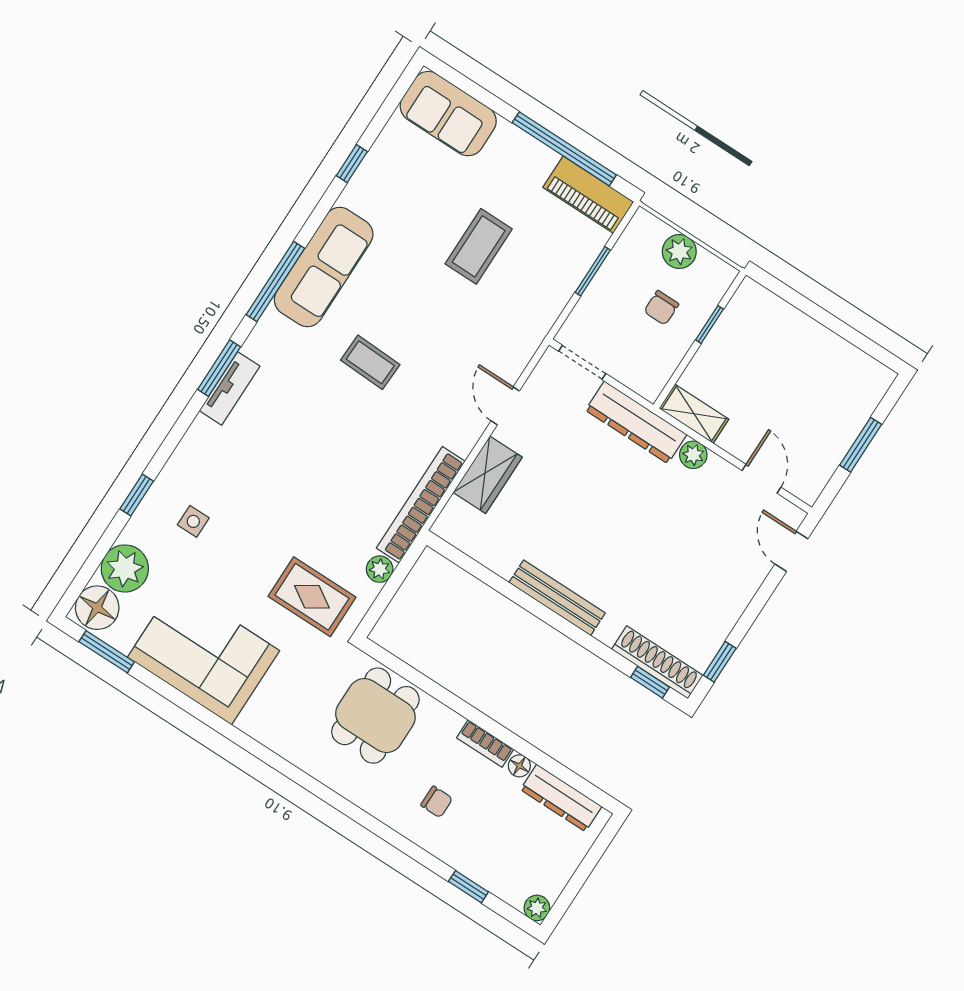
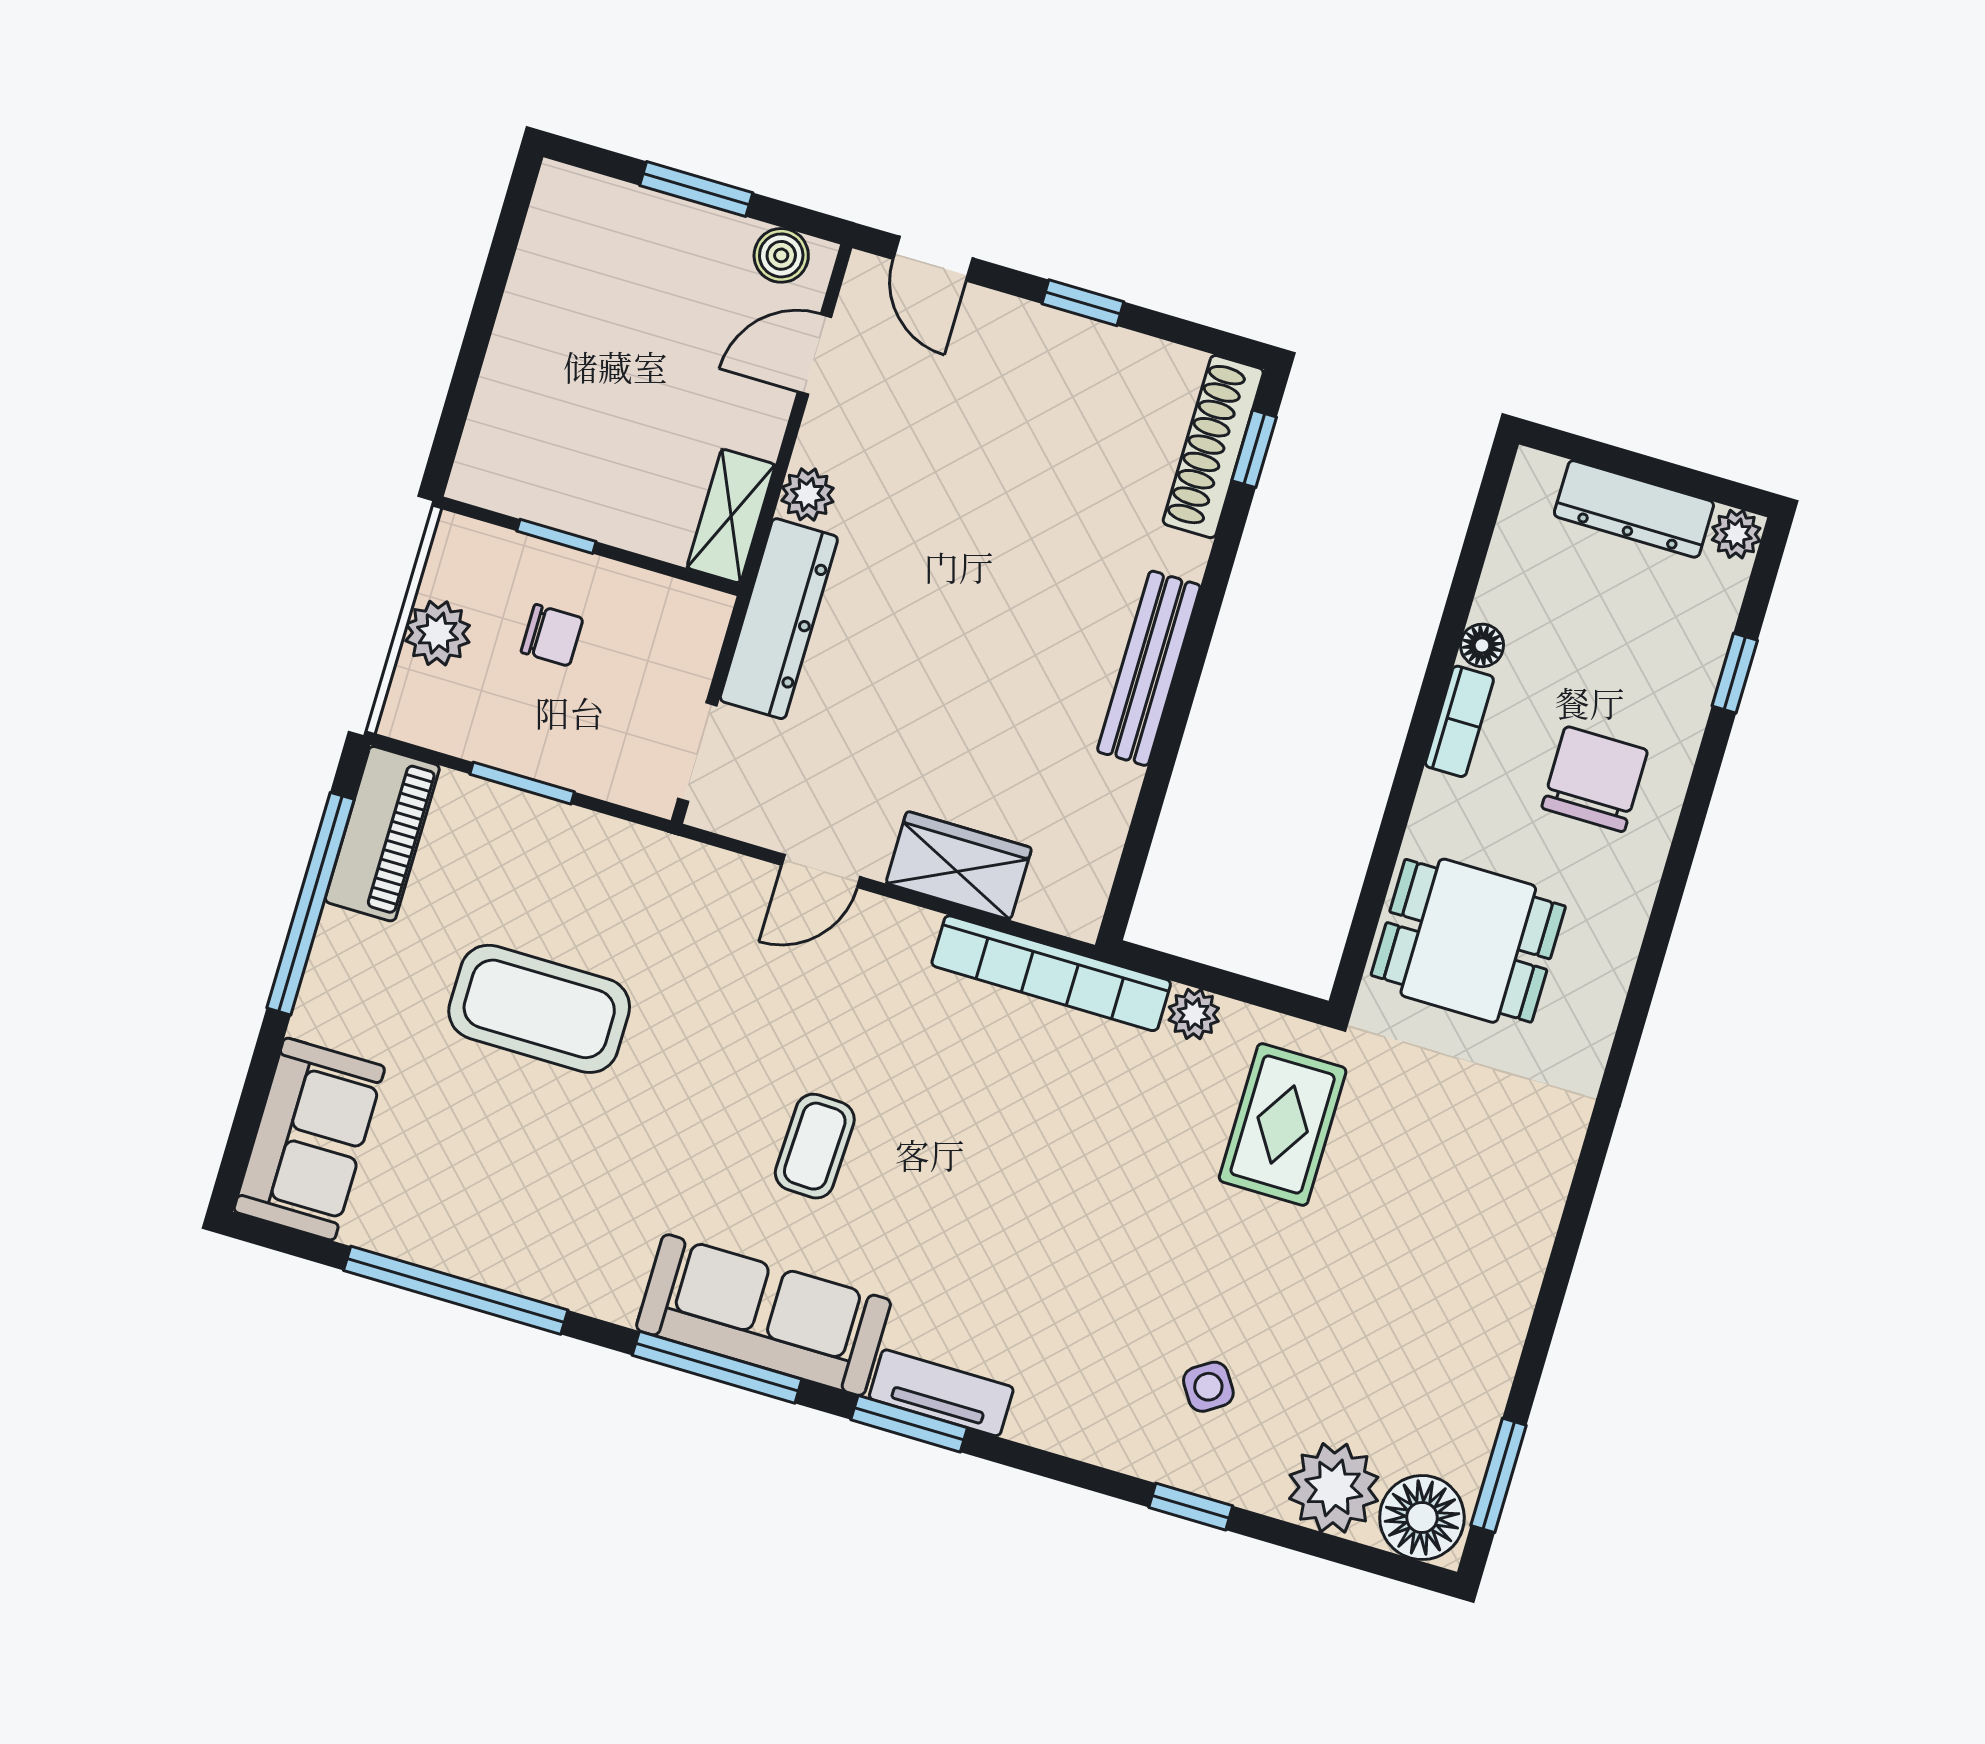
window: (352, 164) -> (456, 1290), width x3.17
coffee table: (479, 246) -> (539, 1009), width x1.36, depth x1.32
sofa: (324, 267) -> (764, 1315), moved
boiler: (815, 477) -> (781, 255), added
side table: (193, 521) -> (1208, 1387), turned -33
door: (791, 551) -> (933, 259), hinge flipped
corner sofa: (203, 654) -> (1449, 1294), removed
window: (720, 662) -> (1083, 303), moved
dresser: (561, 798) -> (1634, 509), moved, turned 90
chair: (437, 802) -> (1595, 779), width x1.87, depth x1.87

